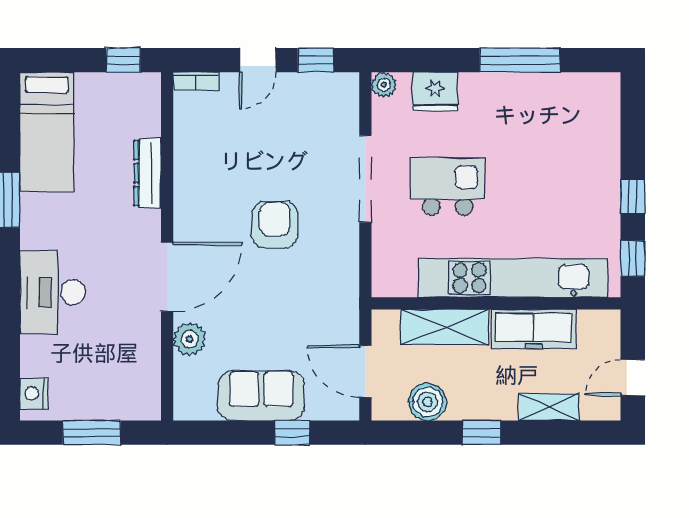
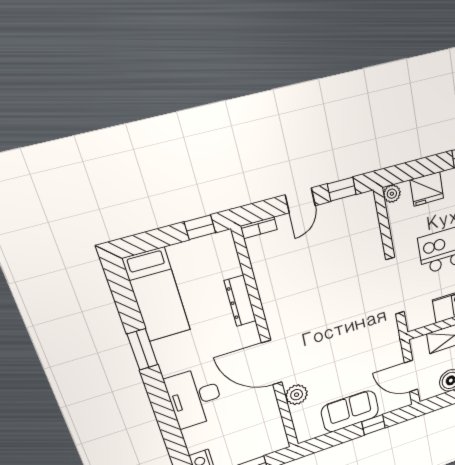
doorway: (365, 179) -> (395, 286), moved
armchair: (275, 225) -> (337, 308), removed
door: (167, 277) -> (272, 363), swing flipped

